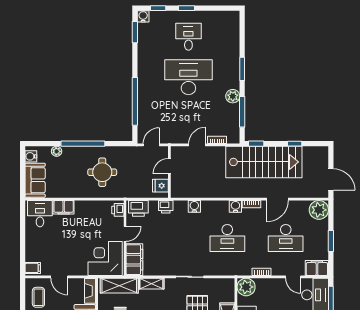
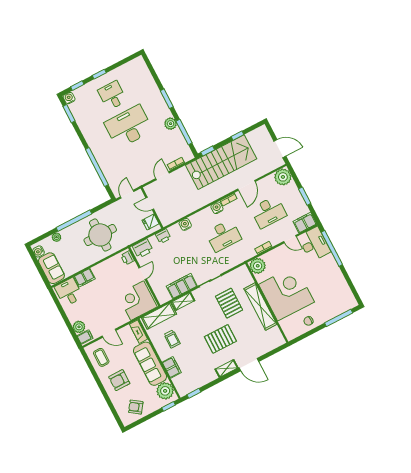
door: (169, 166) -> (150, 203), hinge flipped
round table: (102, 172) -> (100, 235), width x1.36, depth x1.36
plant: (32, 254) -> (79, 327), added
filing cabinet: (134, 260) -> (182, 286), moved, turned -90

